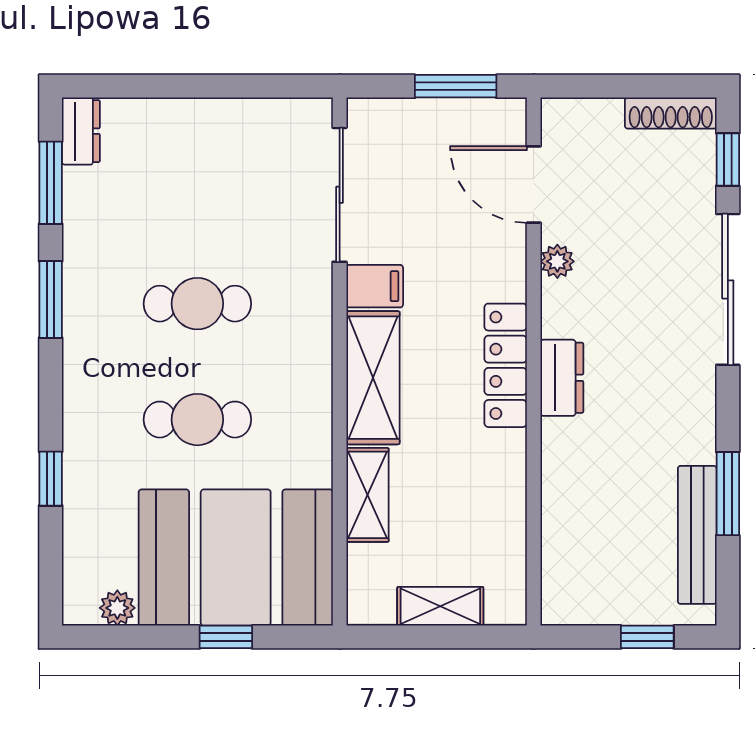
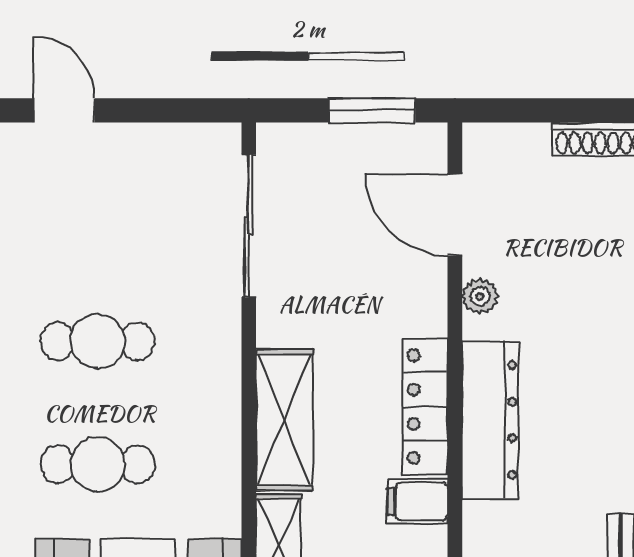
door: (165, 86) -> (64, 110), added
filing cabinet: (375, 286) -> (418, 501), moved, turned 180
dresser: (562, 378) -> (490, 420), width x1.96, depth x1.24

